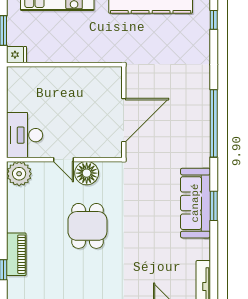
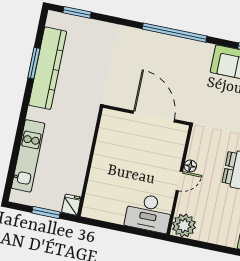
window: (214, 20) -> (77, 12), width x1.50
floor lamp: (87, 173) -> (190, 166), width x0.53, depth x0.53

